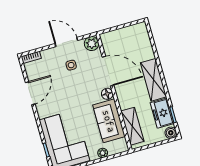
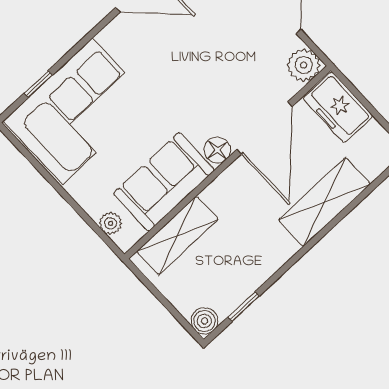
side table: (71, 65) -> (238, 46), removed
shelving: (153, 80) -> (324, 202), moved
freezer: (162, 113) -> (338, 107), moved, turned -90
plant: (103, 153) -> (111, 223), moved

